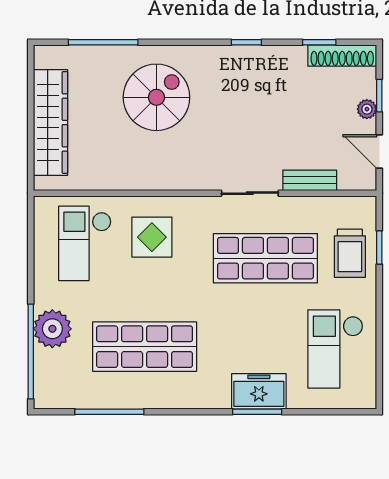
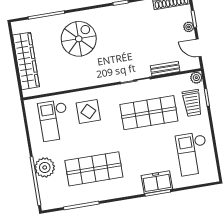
plant: (366, 207) -> (196, 78), added

